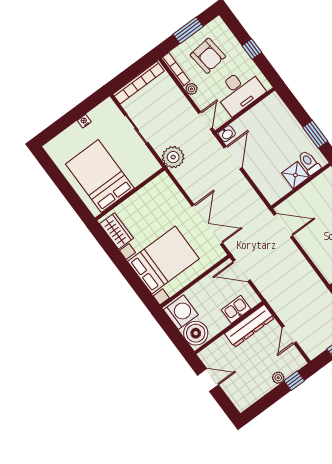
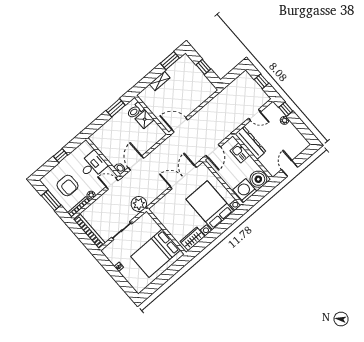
armchair: (208, 56) -> (67, 186), turned 96
desk: (239, 91) -> (93, 165), width x0.73
door: (233, 158) -> (136, 163), hinge flipped
door: (283, 225) -> (180, 125), hinge flipped

